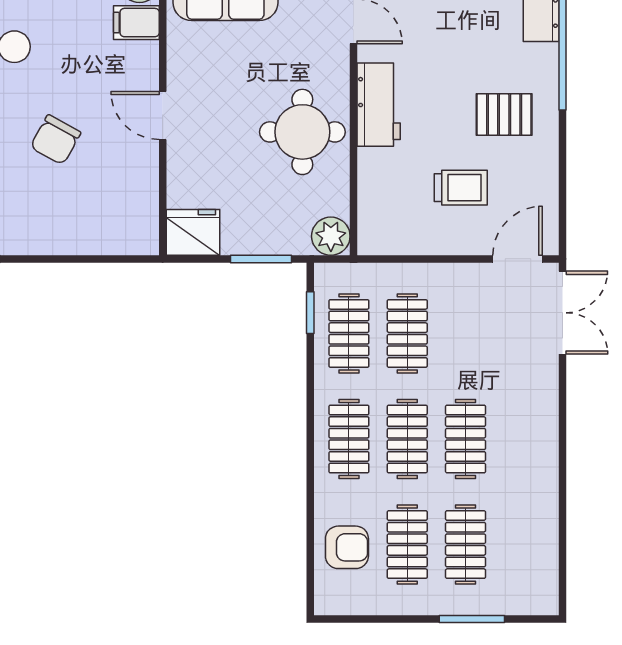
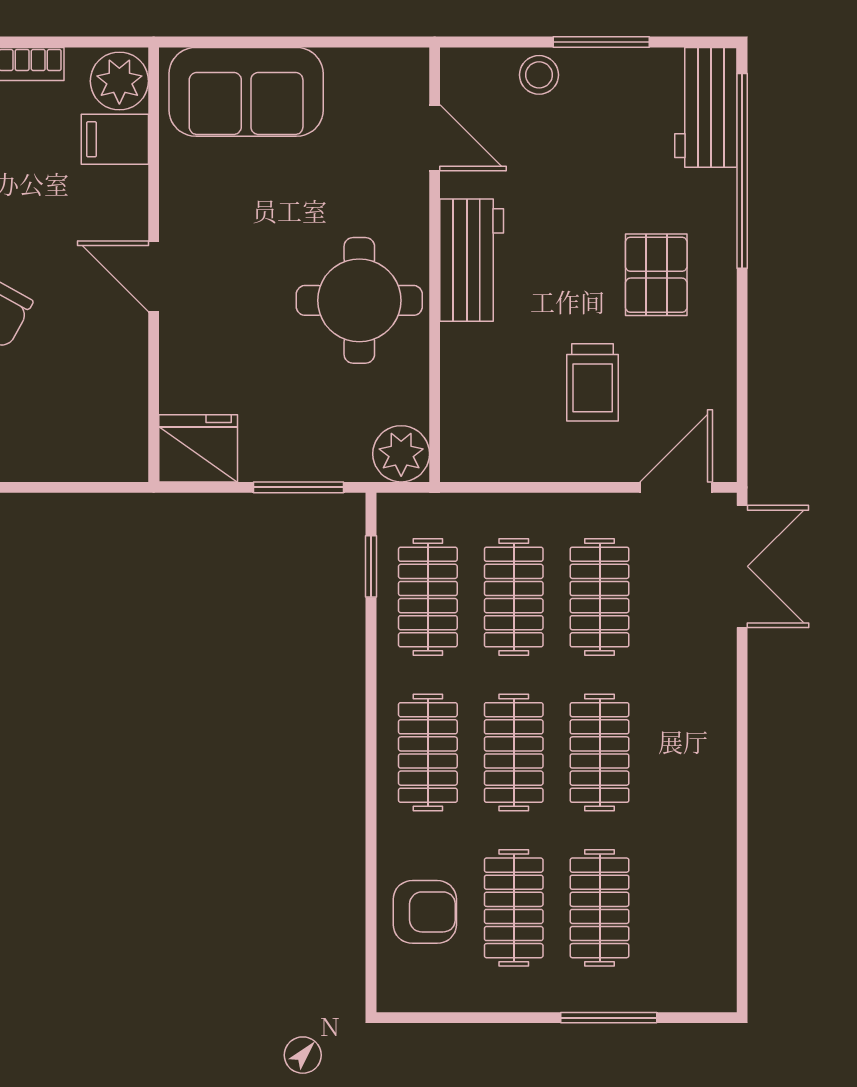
pallet: (504, 114) -> (656, 275), turned 90
trolley: (461, 188) -> (593, 382), turned 90
clothes rail: (466, 333) -> (600, 597), added

